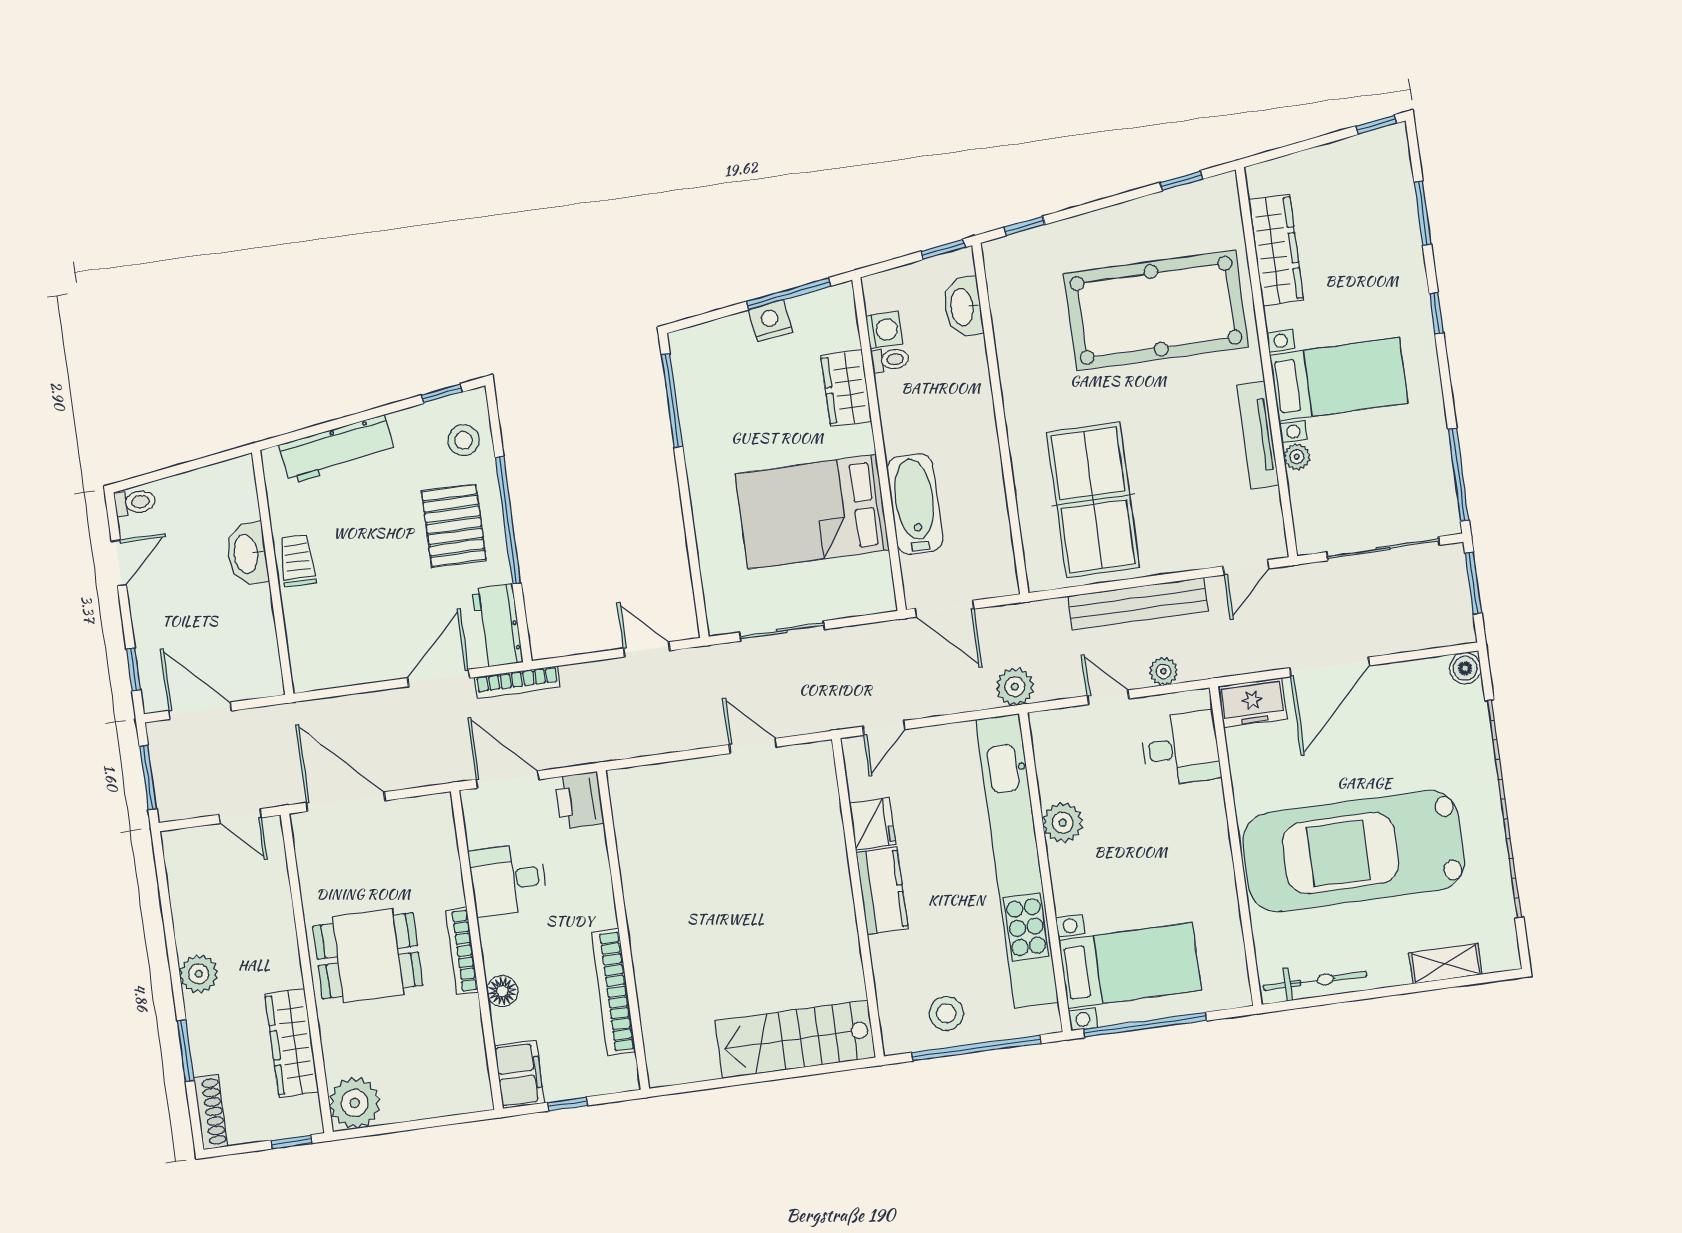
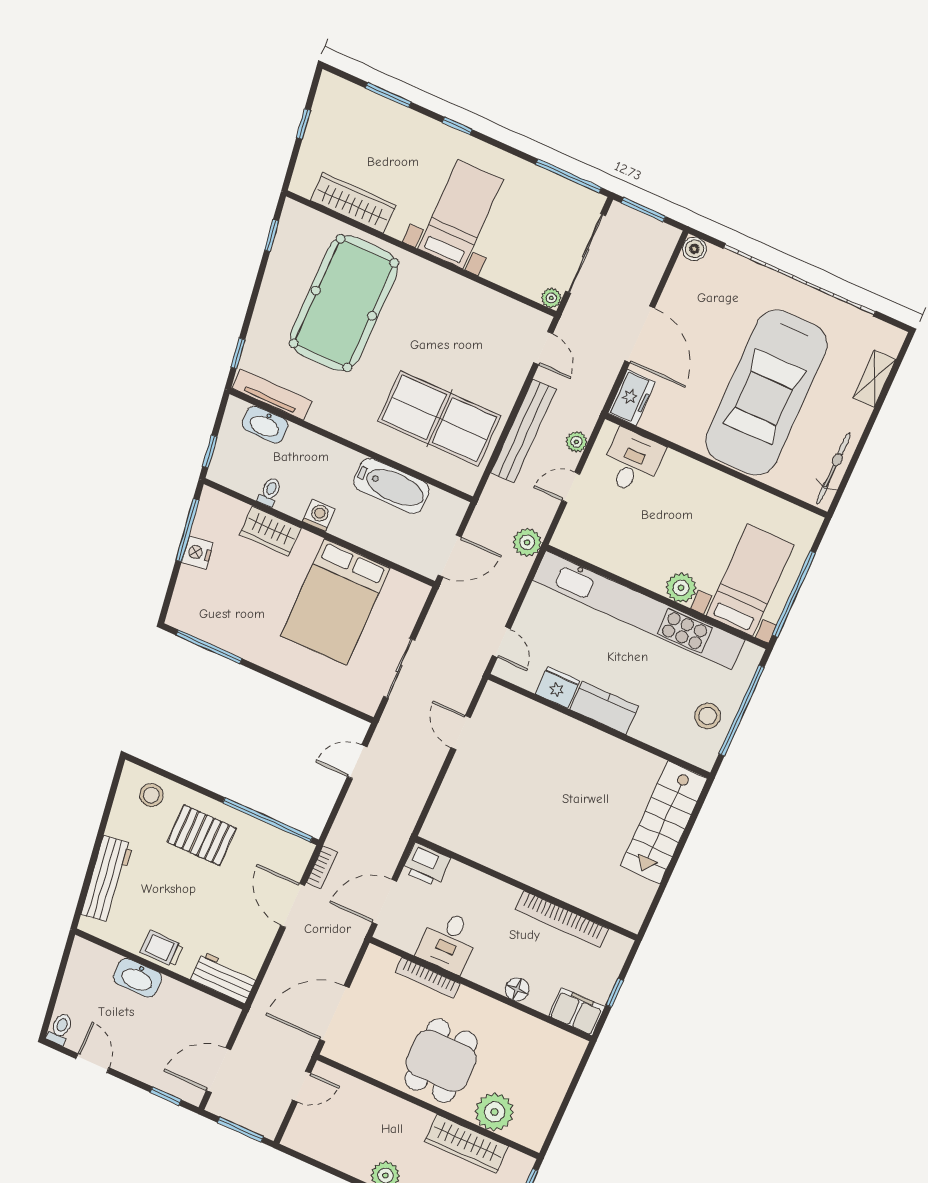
window: (1376, 125) -> (303, 124), moved
window: (943, 249) -> (210, 451), moved
washing machine: (884, 330) -> (319, 515), moved
window: (442, 394) -> (113, 790), removed
tv unit: (1258, 435) -> (272, 395), moved, turned 180
plant: (1297, 457) -> (551, 298), moved
bathtub: (915, 504) -> (392, 486), moved, turned 180
window: (508, 520) -> (268, 820), moved
workbench: (498, 626) -> (224, 978), moved, turned 180
bookcase: (517, 682) -> (322, 867), width x0.64
door: (753, 746) -> (461, 733), hinge flipped
plant: (1063, 823) -> (681, 588), moved
bookcase: (462, 951) -> (428, 978), moved
plant: (355, 1103) -> (494, 1112), moved

